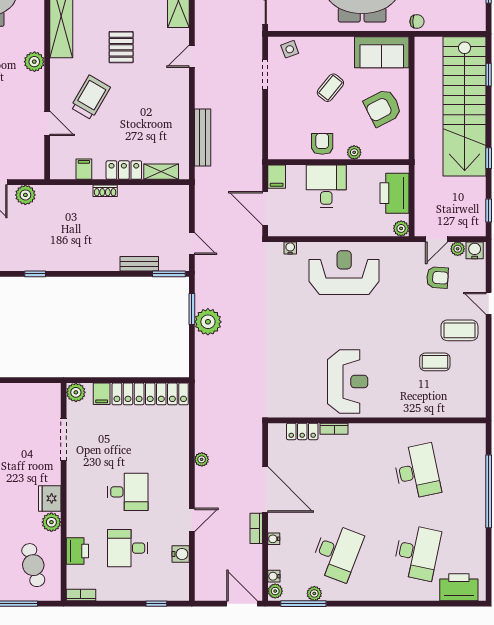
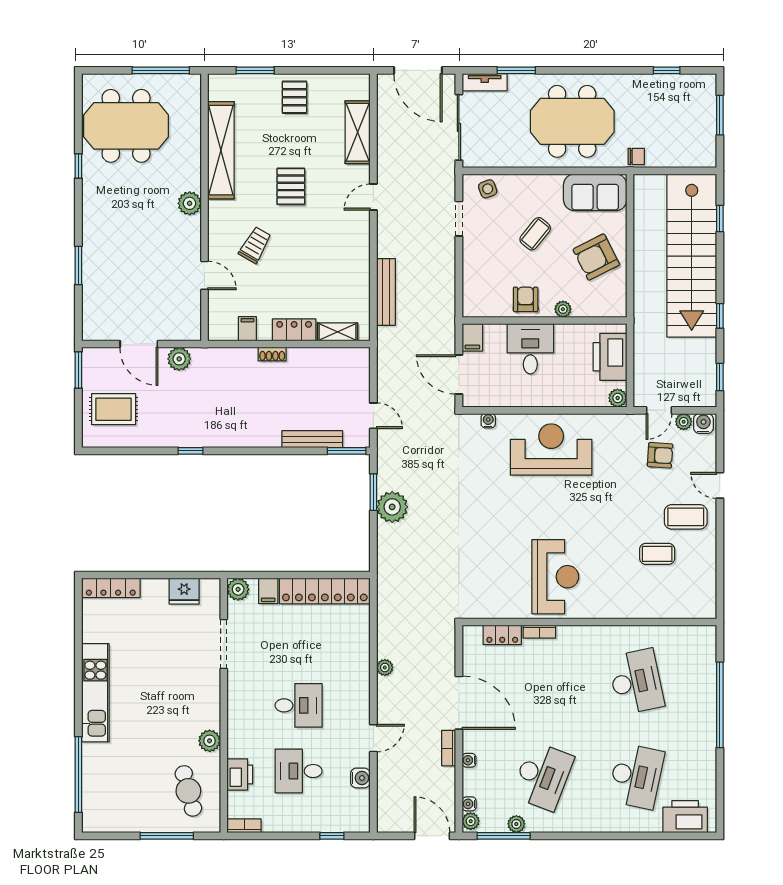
trolley: (90, 97) -> (255, 245), width x0.73, depth x0.72
bench: (139, 264) -> (312, 439), width x1.36
fridge: (50, 498) -> (184, 591), moved, turned -90

